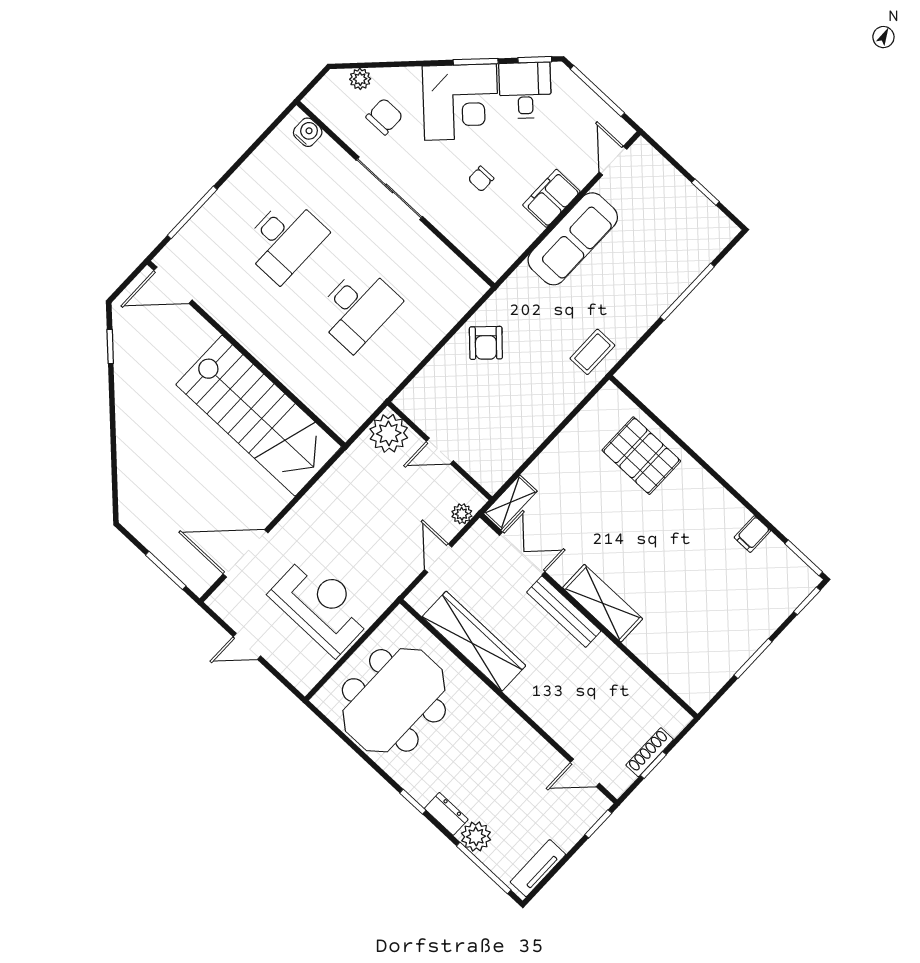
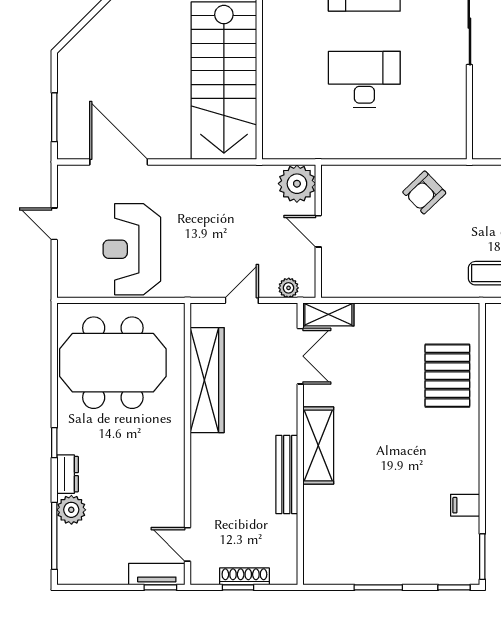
desk: (358, 308) -> (364, 80), turned 180
reception desk: (321, 605) -> (132, 249), turned 180
bench: (564, 612) -> (287, 475), moved
tv unit: (538, 868) -> (157, 574), moved

